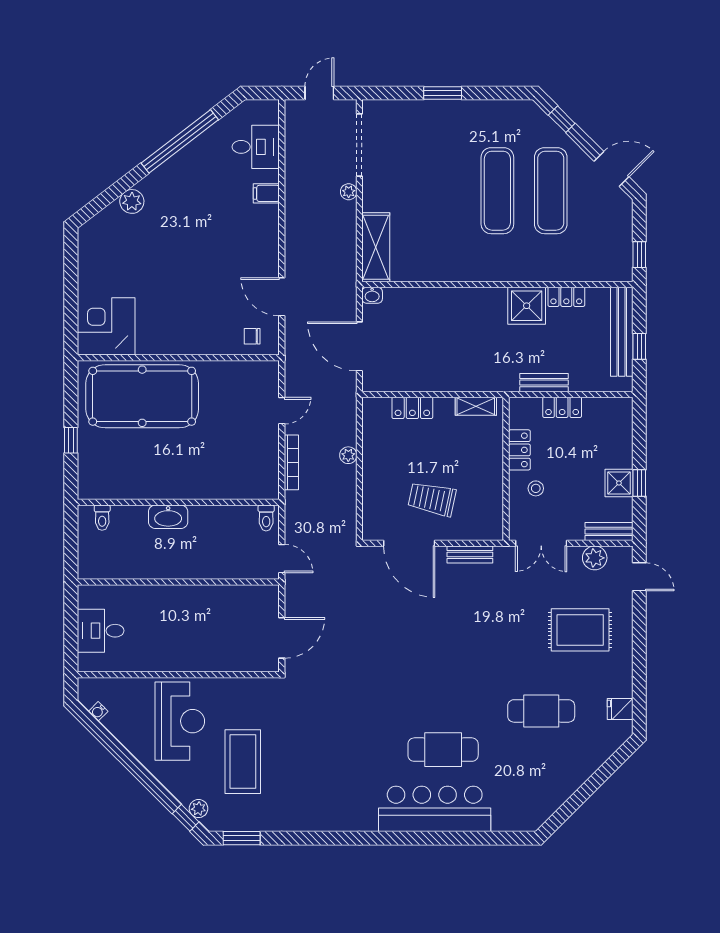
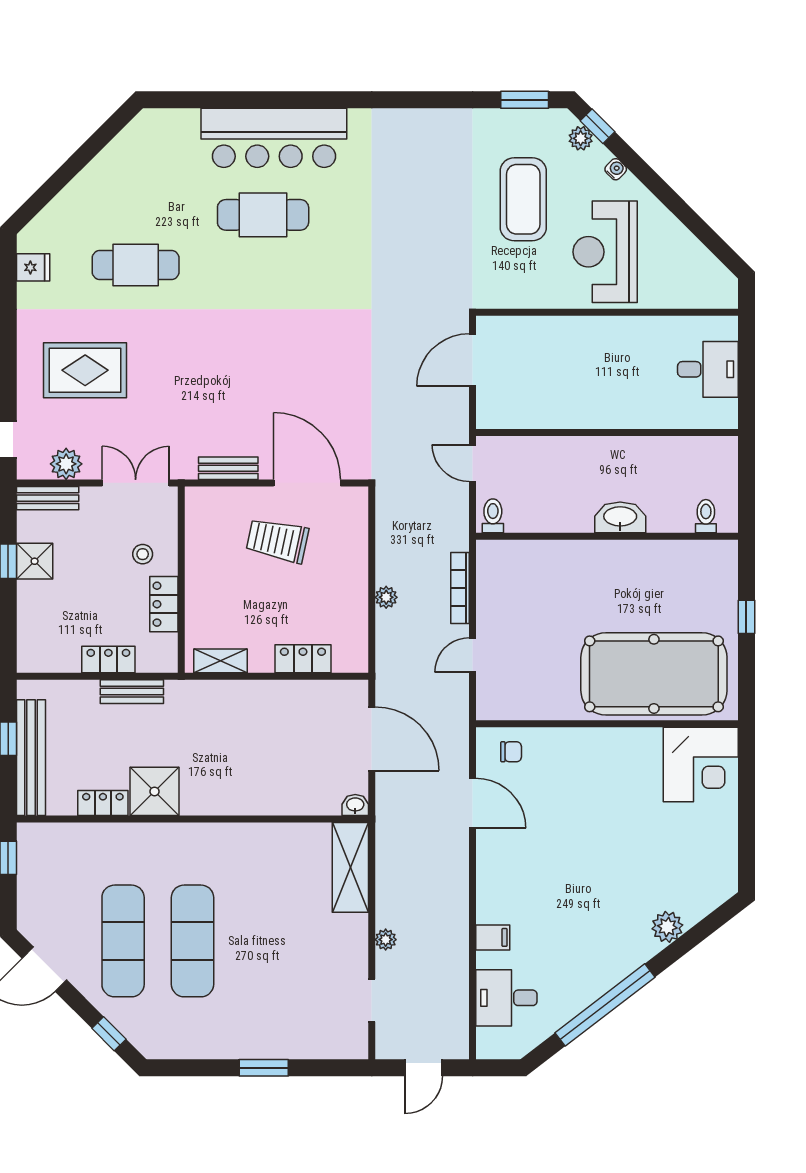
doorway: (359, 145) -> (372, 1000), width x0.53
trolley: (432, 499) -> (277, 540), turned 180
water cooler: (98, 711) -> (616, 169), moved

